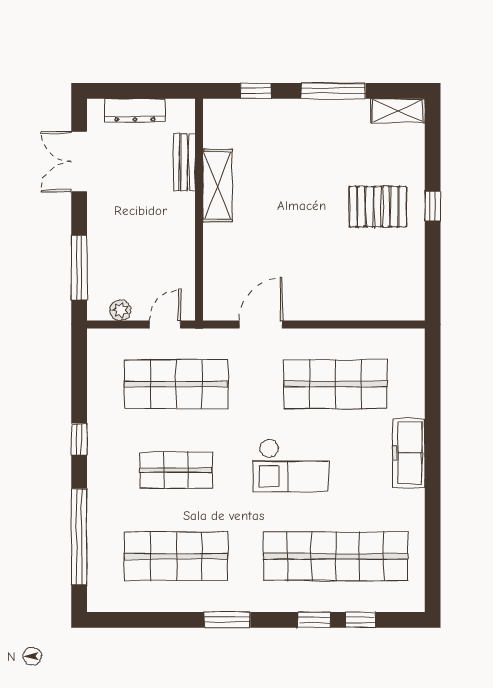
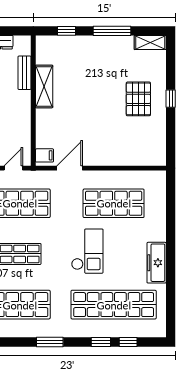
pallet: (378, 207) -> (138, 99), turned 90
filing cabinet: (218, 303) -> (44, 155), added
freezer: (409, 453) -> (157, 263), moved
checkout: (291, 465) -> (87, 251), turned -90

